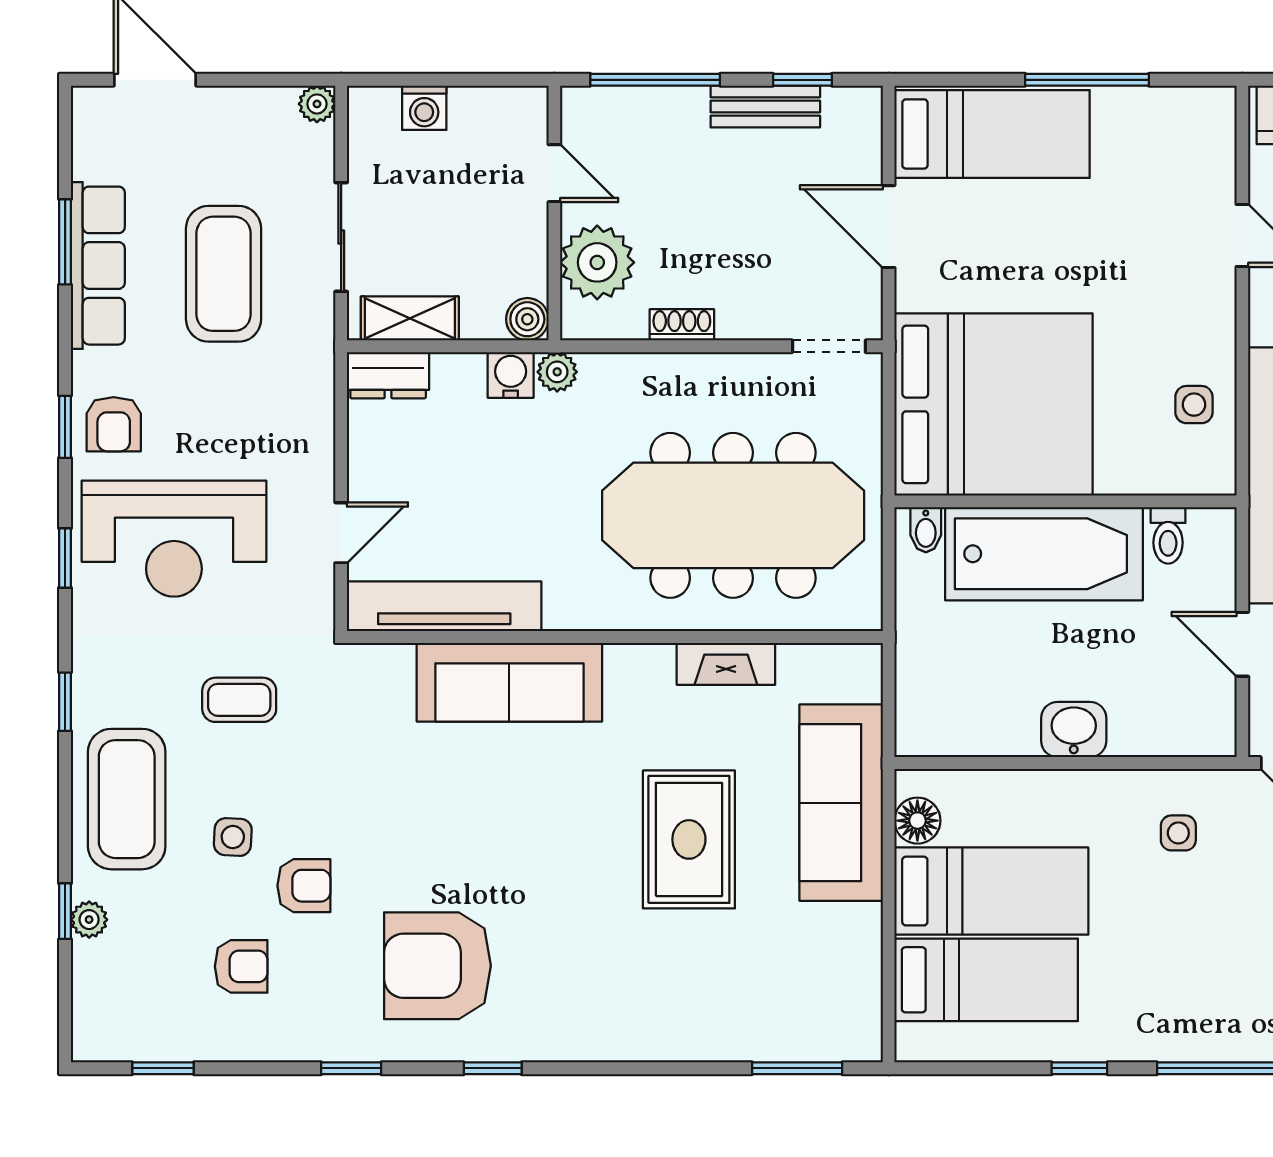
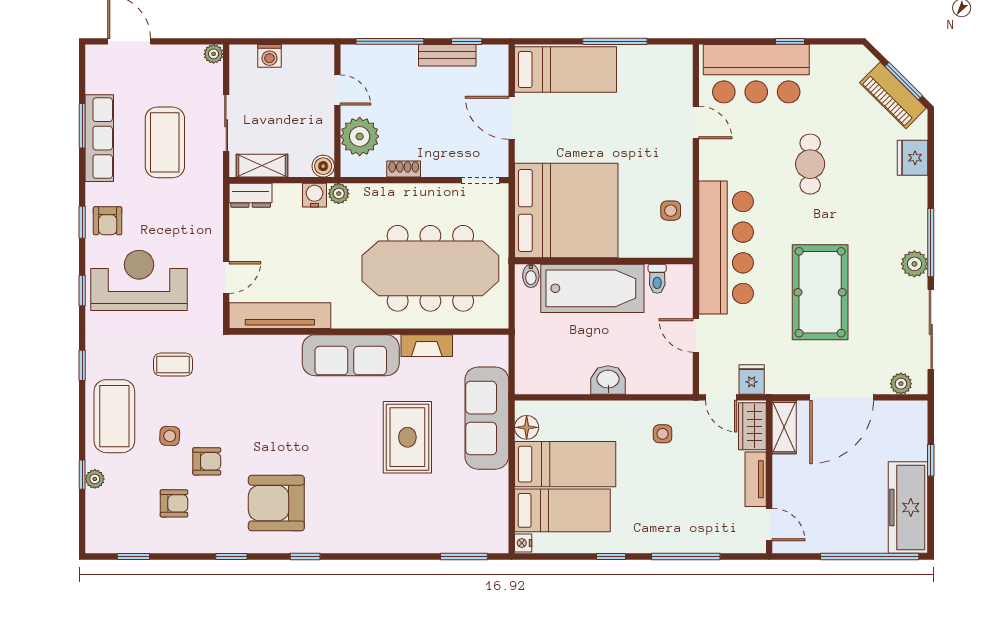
reception desk: (174, 539) -> (139, 280), turned 180
sofa: (509, 682) -> (351, 355), moved
nightstand: (911, 1042) -> (523, 543), added

